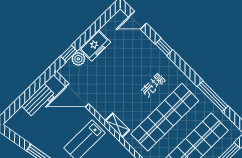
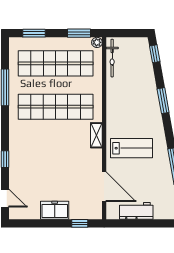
plant: (78, 59) -> (77, 213), removed

